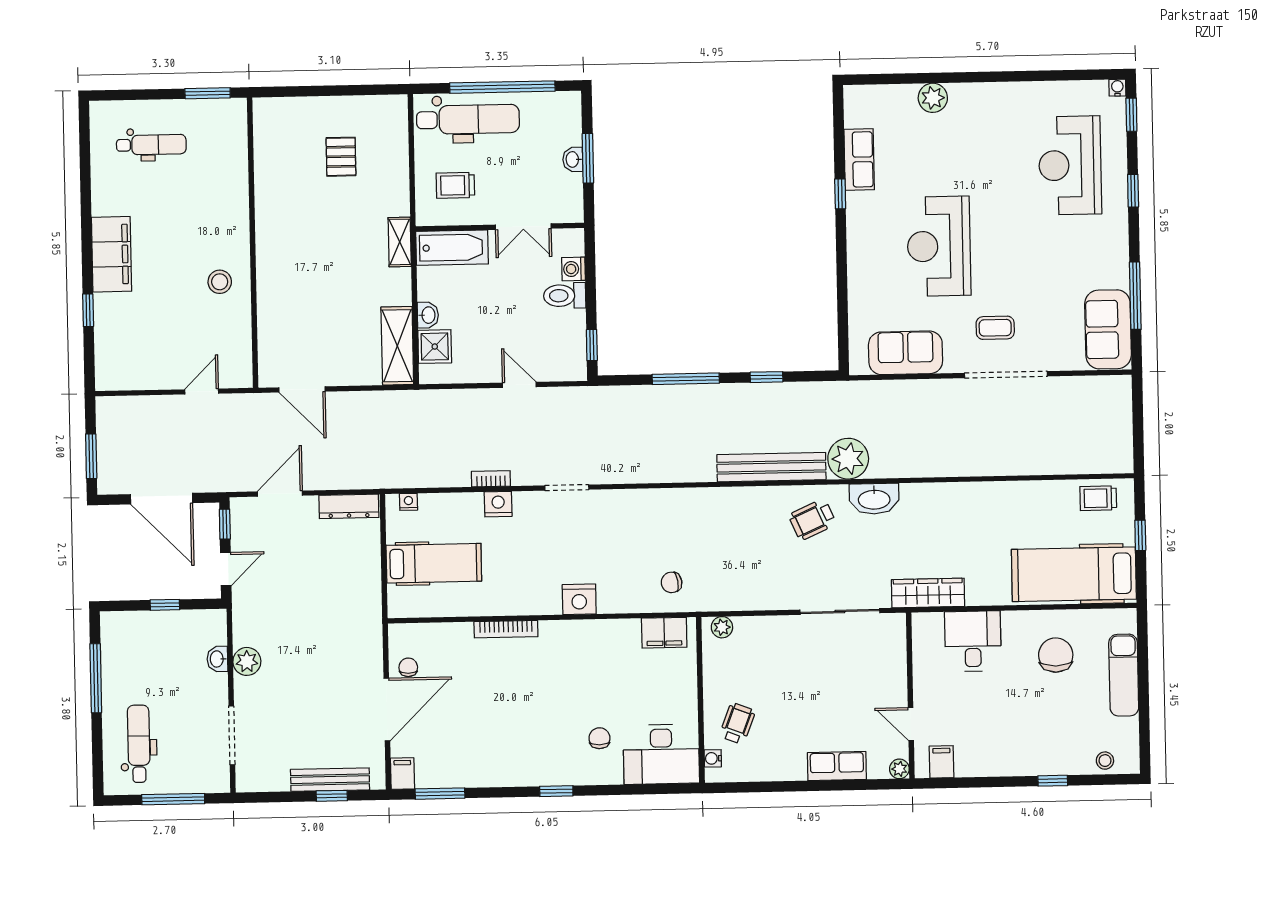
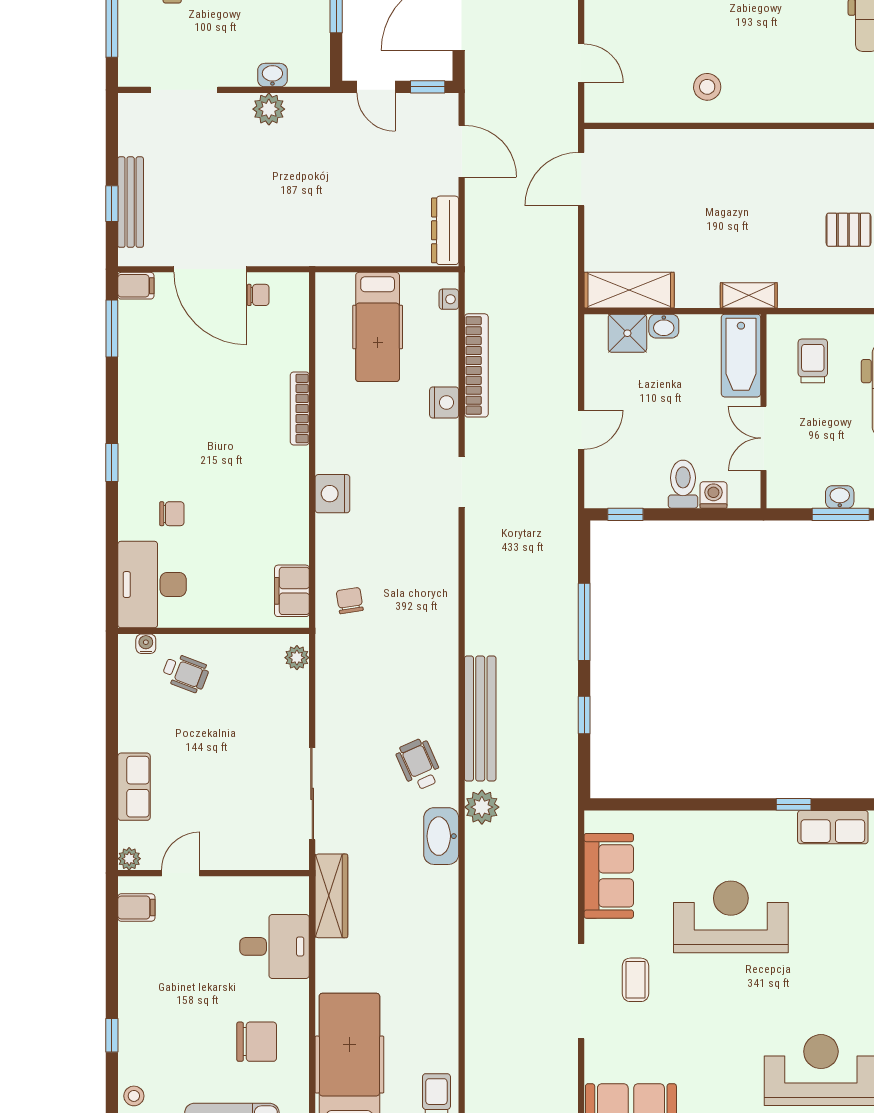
plant: (848, 459) -> (482, 807), width x0.73, depth x0.73
bookcase: (491, 479) -> (476, 365), width x2.31, depth x1.31

